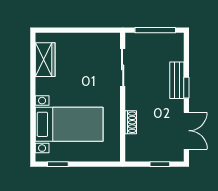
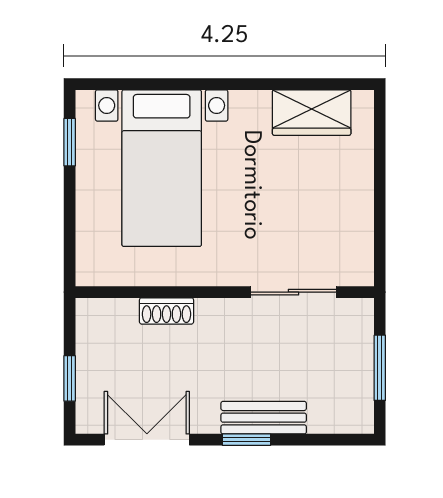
window: (155, 30) -> (380, 368), width x0.69
double door: (186, 131) -> (147, 440), swing flipped

